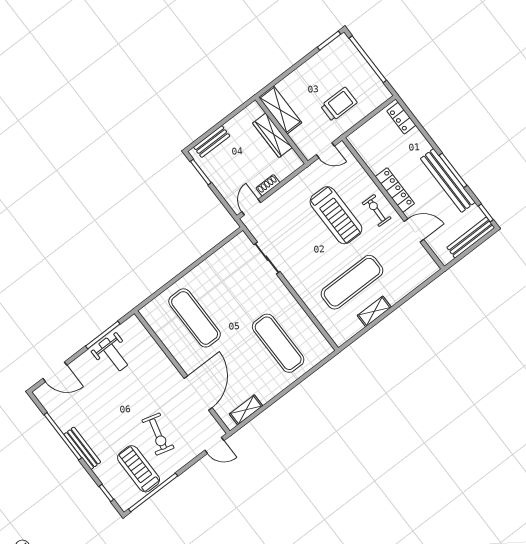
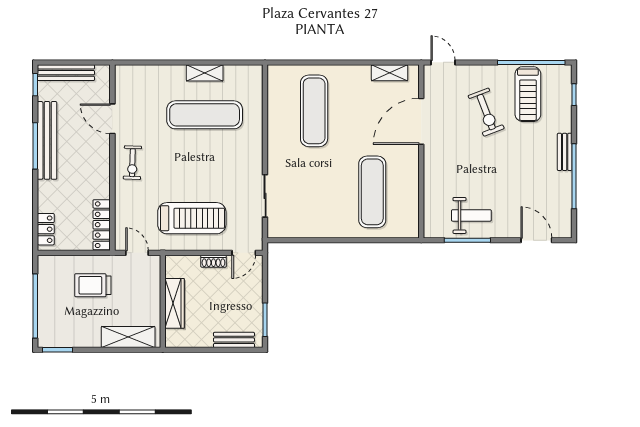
shelving: (280, 110) -> (128, 337), moved, turned 90
locker: (395, 190) -> (102, 225), moved
treadmill: (336, 215) -> (192, 218), moved, turned 90
weight bench: (113, 354) -> (471, 215), turned 90
exercise bike: (158, 434) -> (486, 112), turned 144
bench: (82, 448) -> (565, 152), width x0.73

